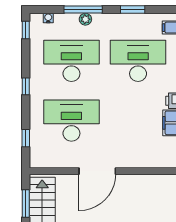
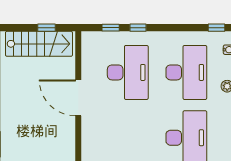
window: (26, 86) -> (138, 28), moved
window: (26, 203) -> (47, 28), width x0.67

